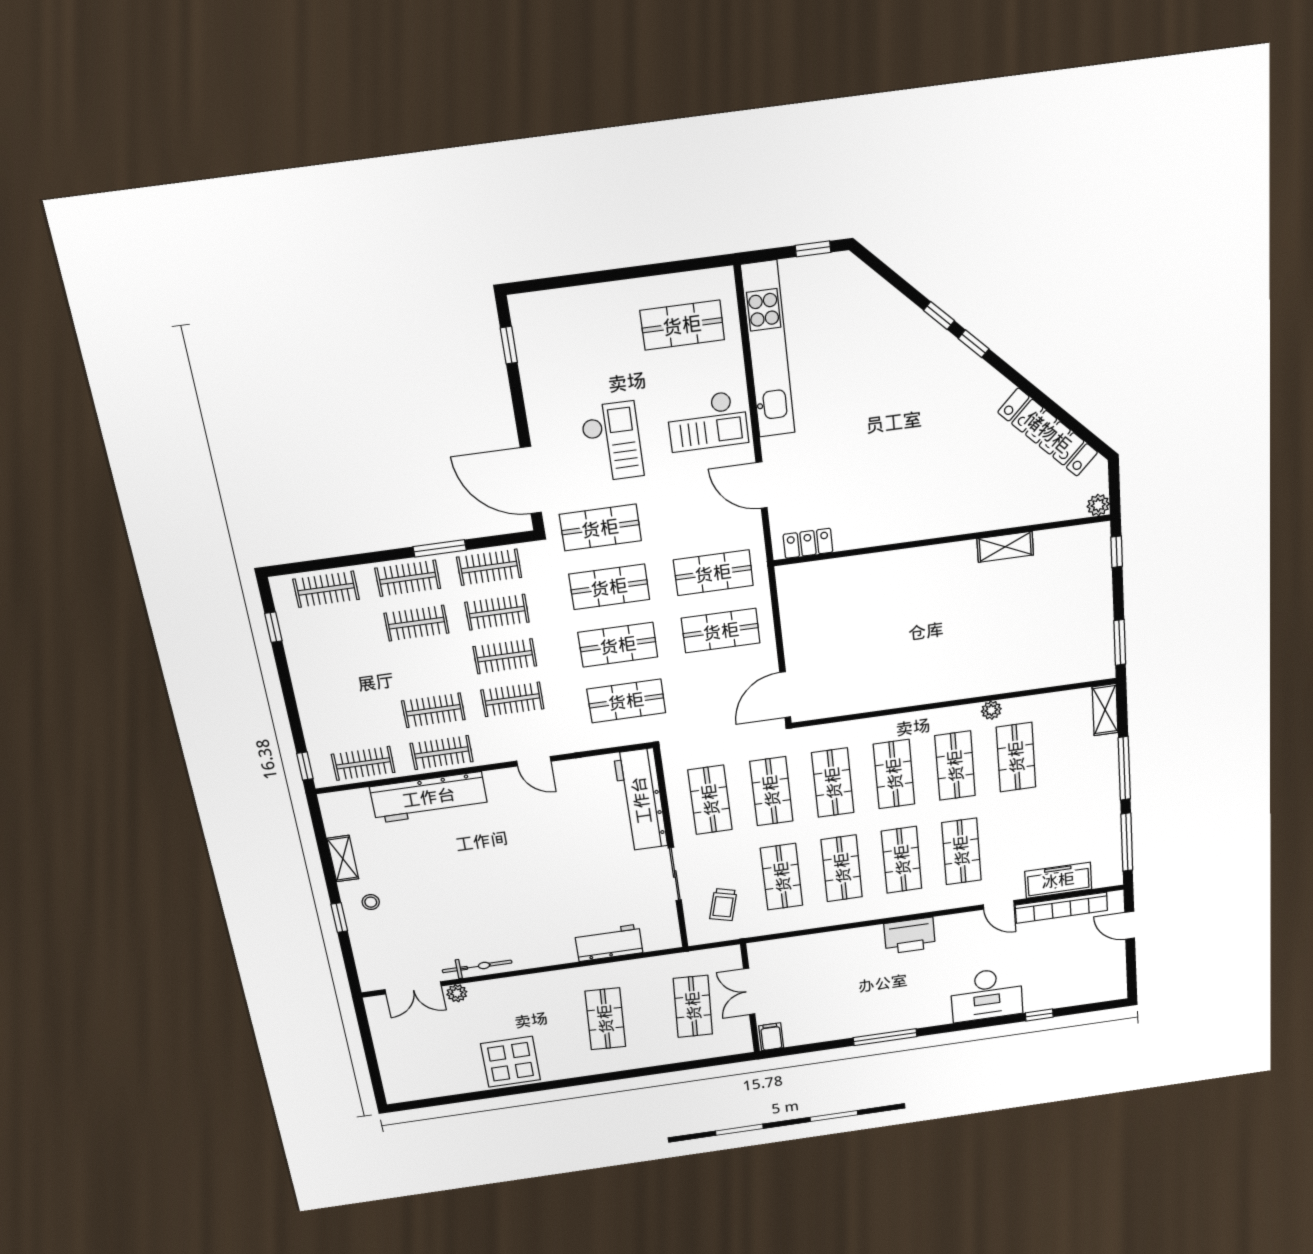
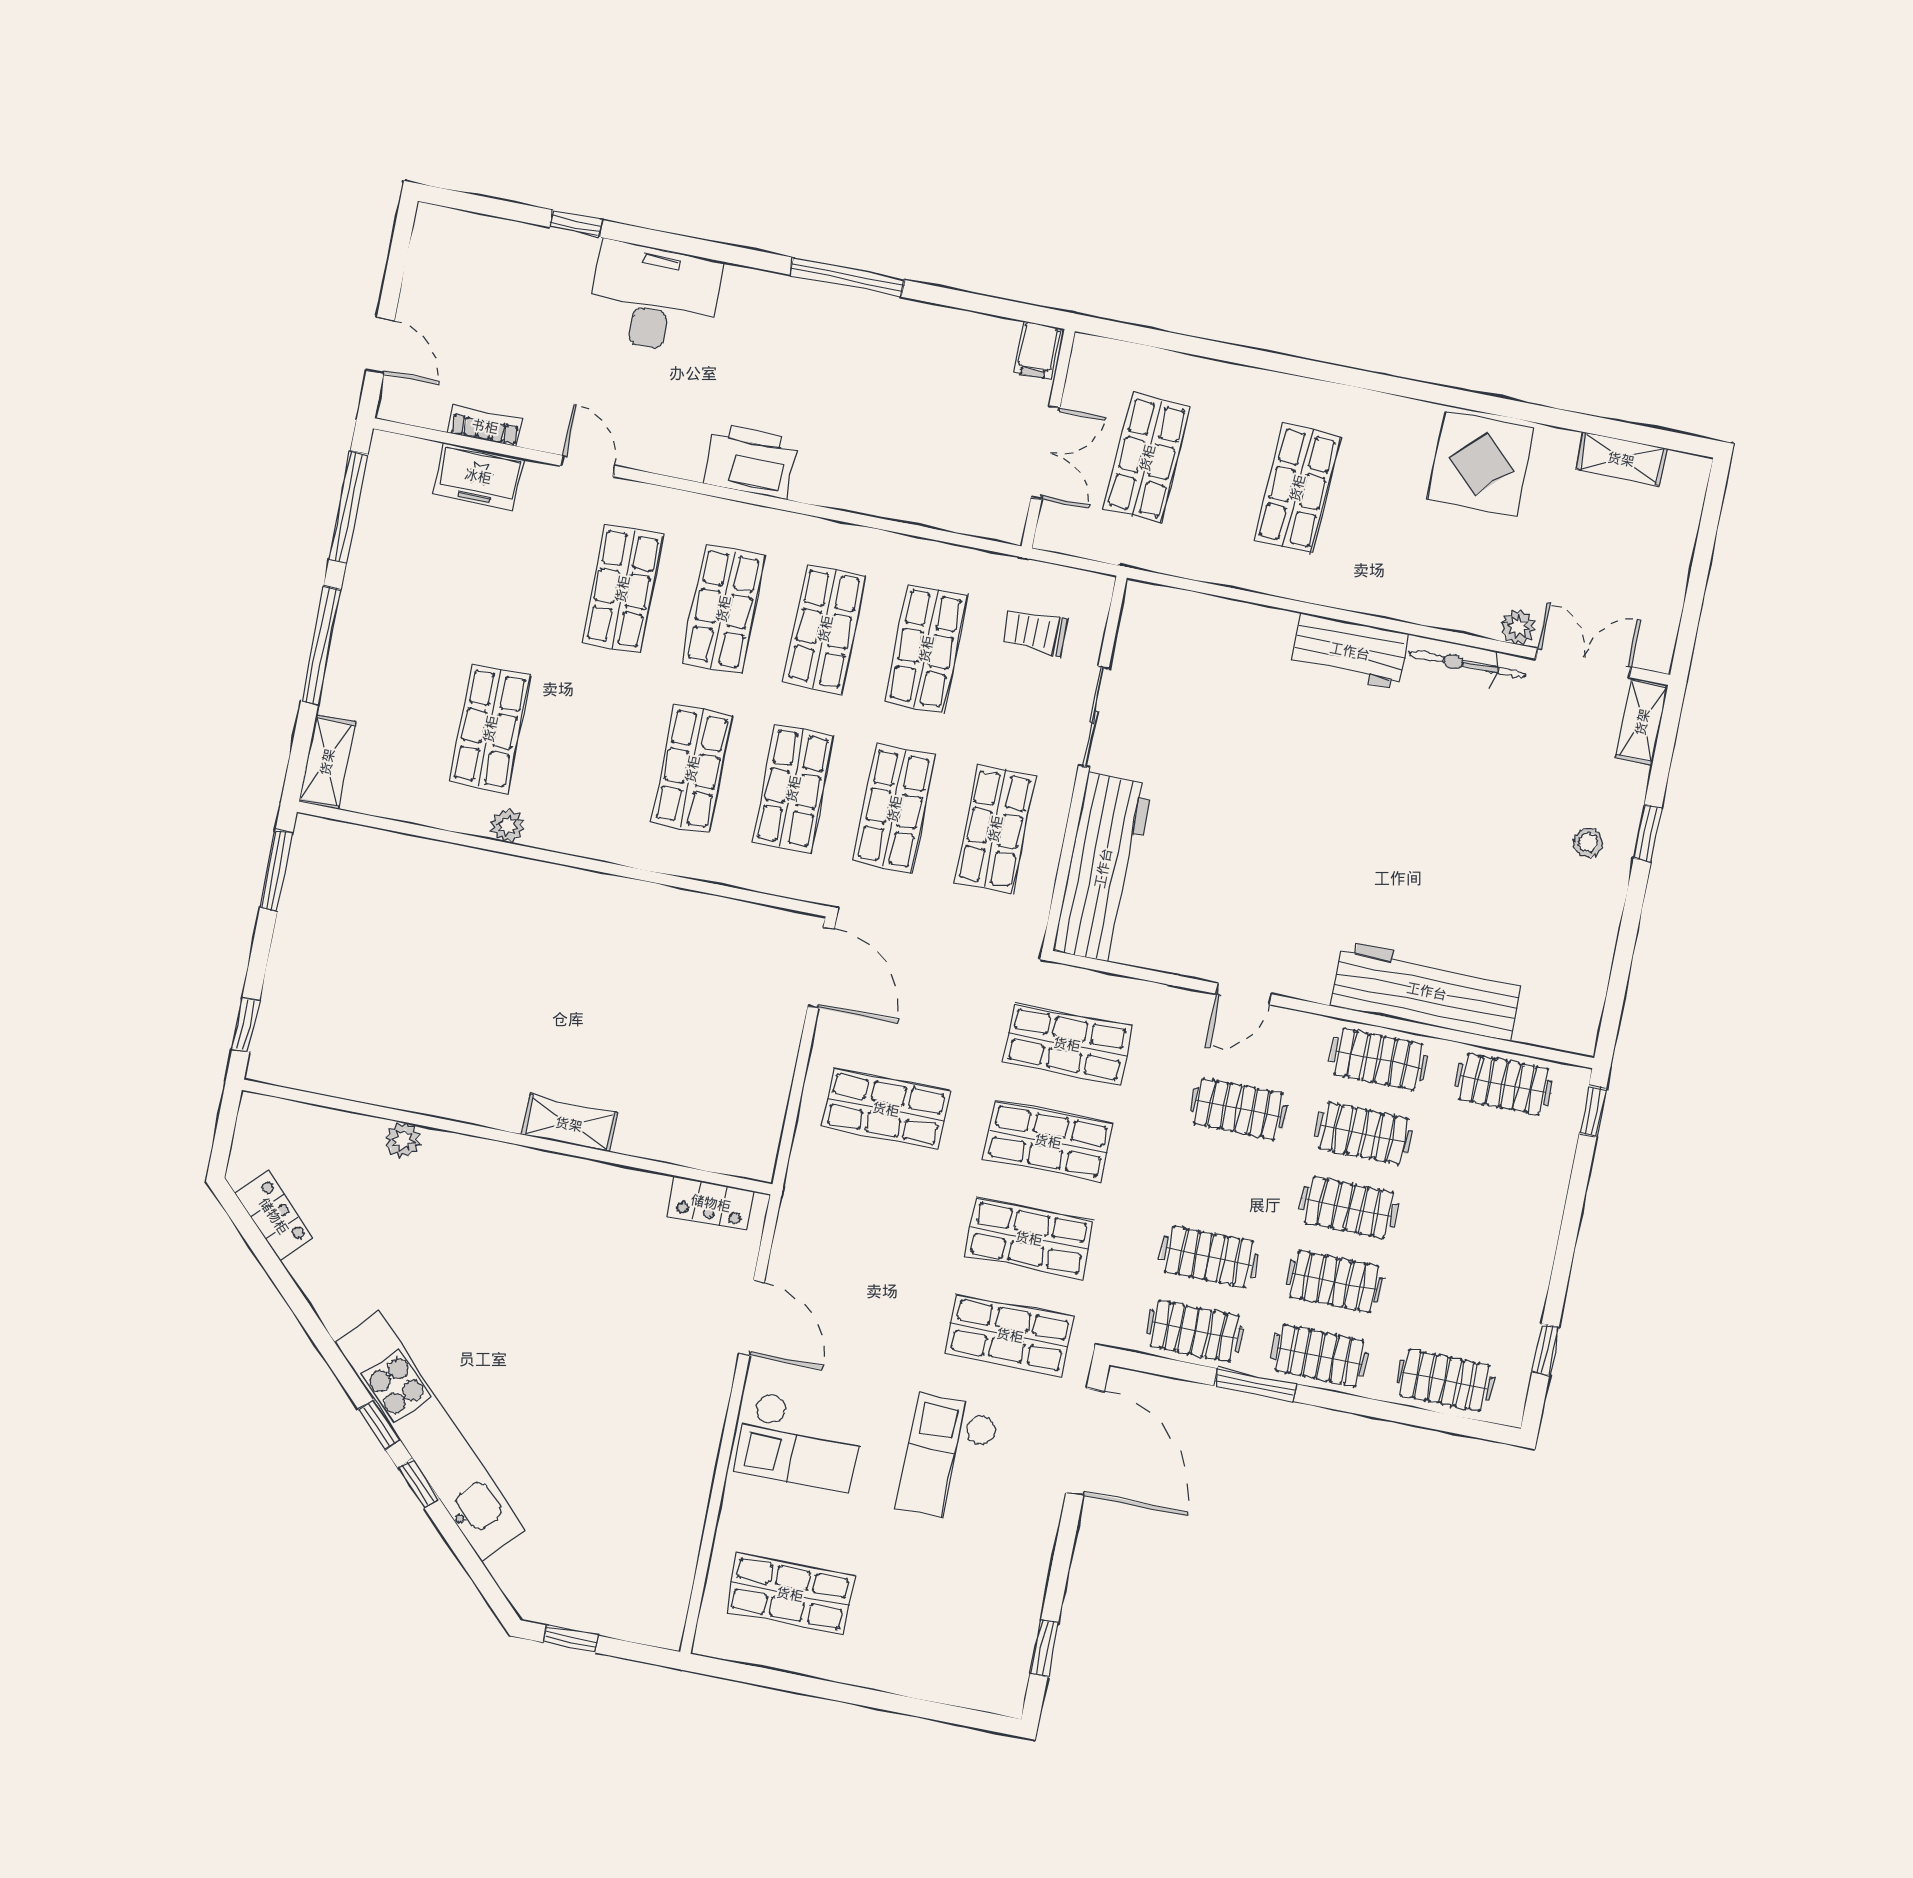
kitchen unit: (768, 350) -> (430, 1436), moved, turned 135
checkout: (708, 421) -> (800, 1442), turned 180
locker: (1048, 432) -> (274, 1216), width x0.46, depth x0.83
plant: (1098, 505) -> (403, 1140), moved
shelving: (1005, 547) -> (569, 1124), moved
shop shelf: (713, 573) -> (867, 1206), removed
clothes rail: (505, 656) -> (1349, 1207), moved
door: (785, 695) -> (821, 968), hinge flipped
door: (534, 761) -> (1244, 994), swing flipped
shop shelf: (955, 766) -> (591, 749), removed
shelving: (343, 859) -> (1642, 722), moved
freezer: (1058, 880) -> (478, 476), width x0.71
trolley: (723, 905) -> (1035, 632), turned -105
bookcase: (1061, 908) -> (485, 426), width x0.43, depth x0.76
workbench: (609, 943) -> (1350, 651), moved
shelving: (436, 1088) -> (1621, 459), added

